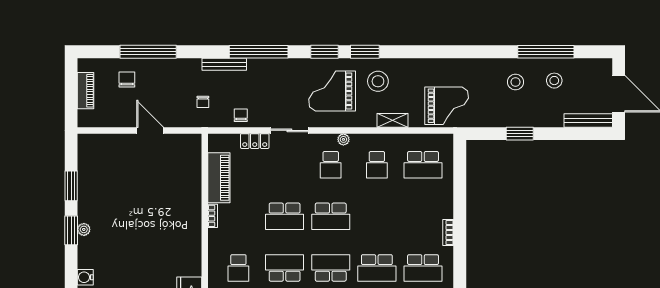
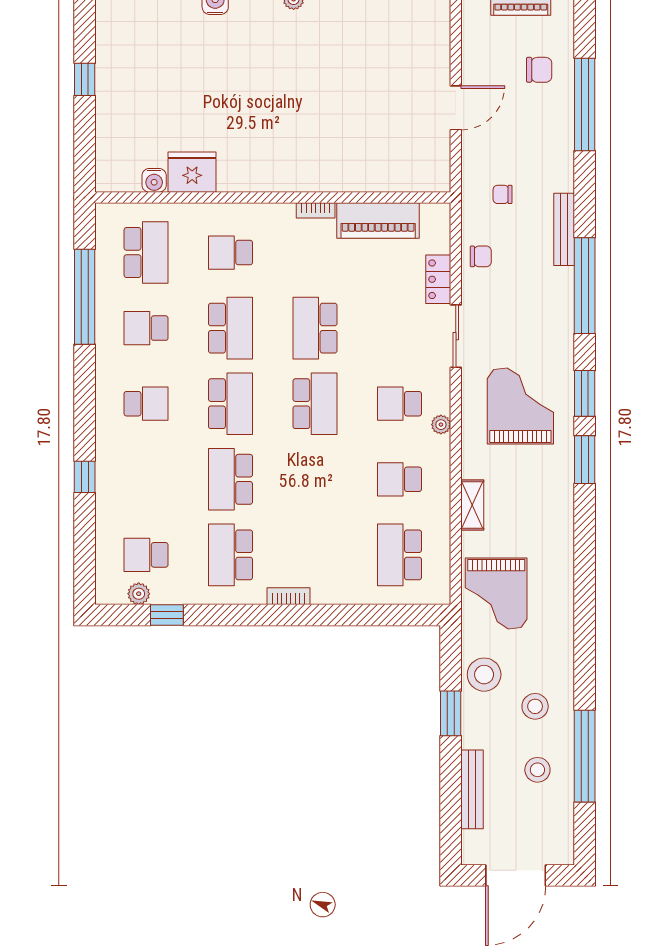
stool: (378, 81) -> (484, 675), moved
bench: (588, 120) -> (472, 789), moved
school desk: (331, 216) -> (315, 404), turned 180

